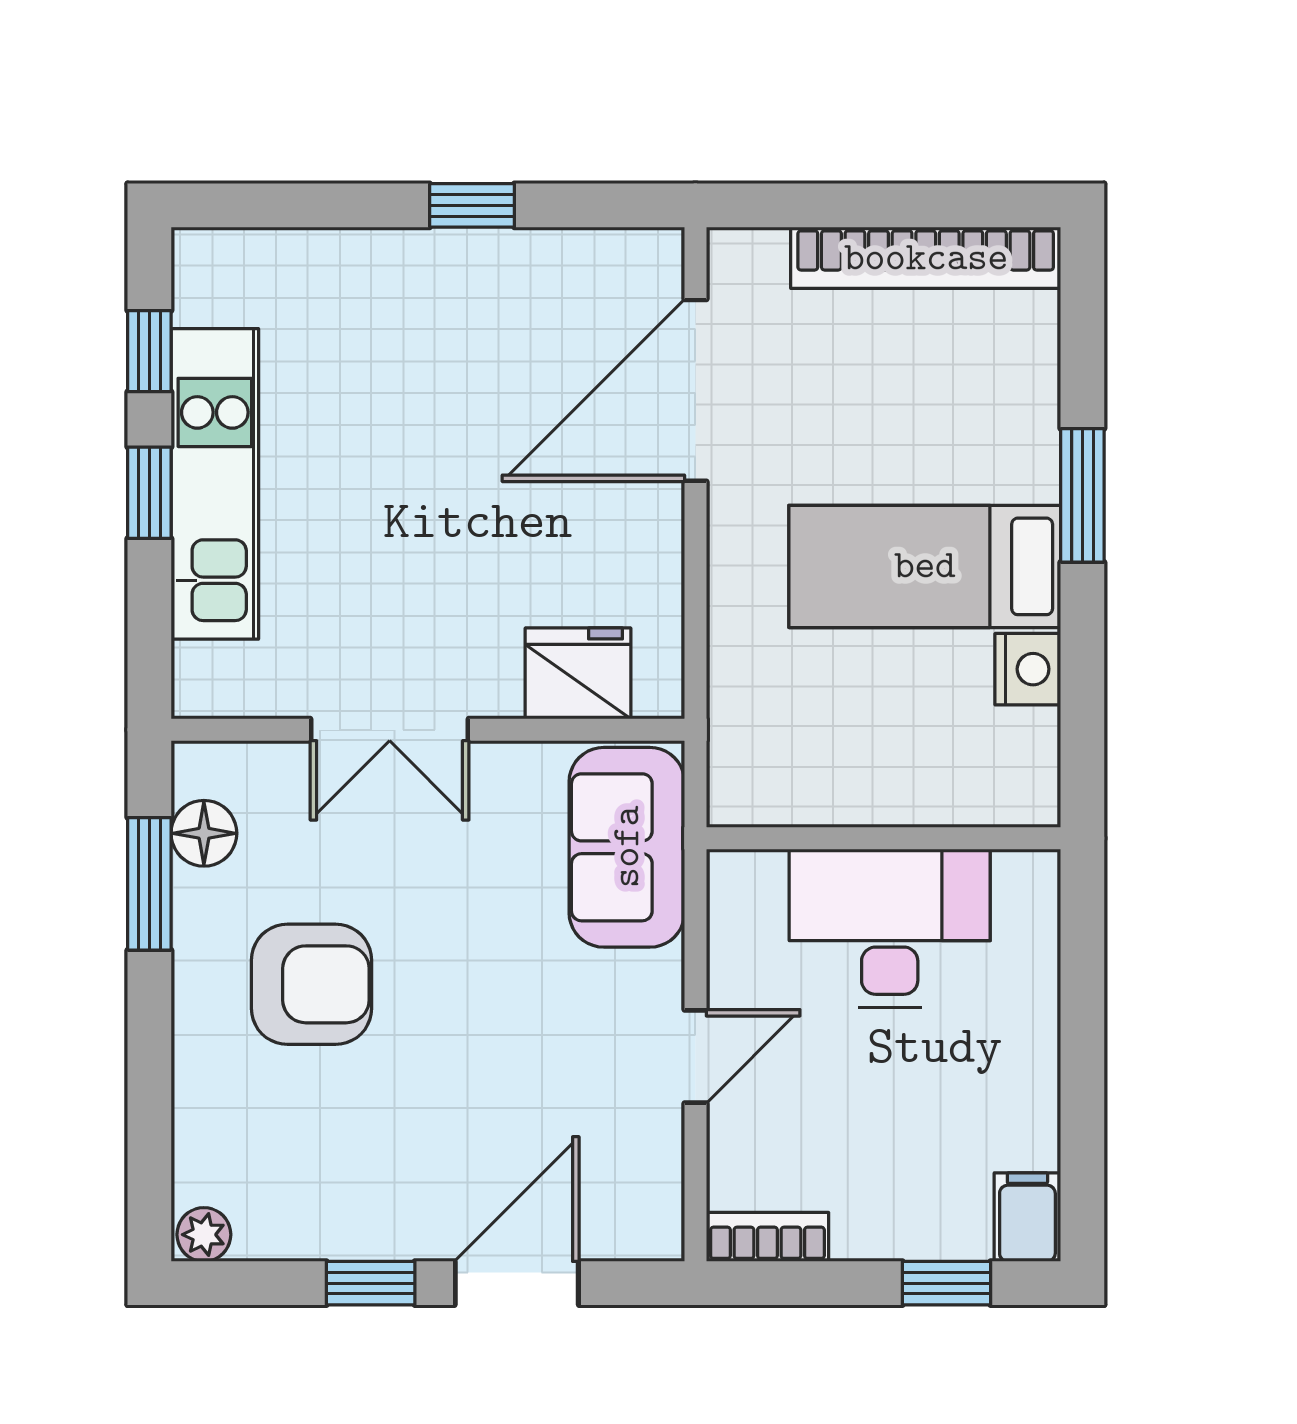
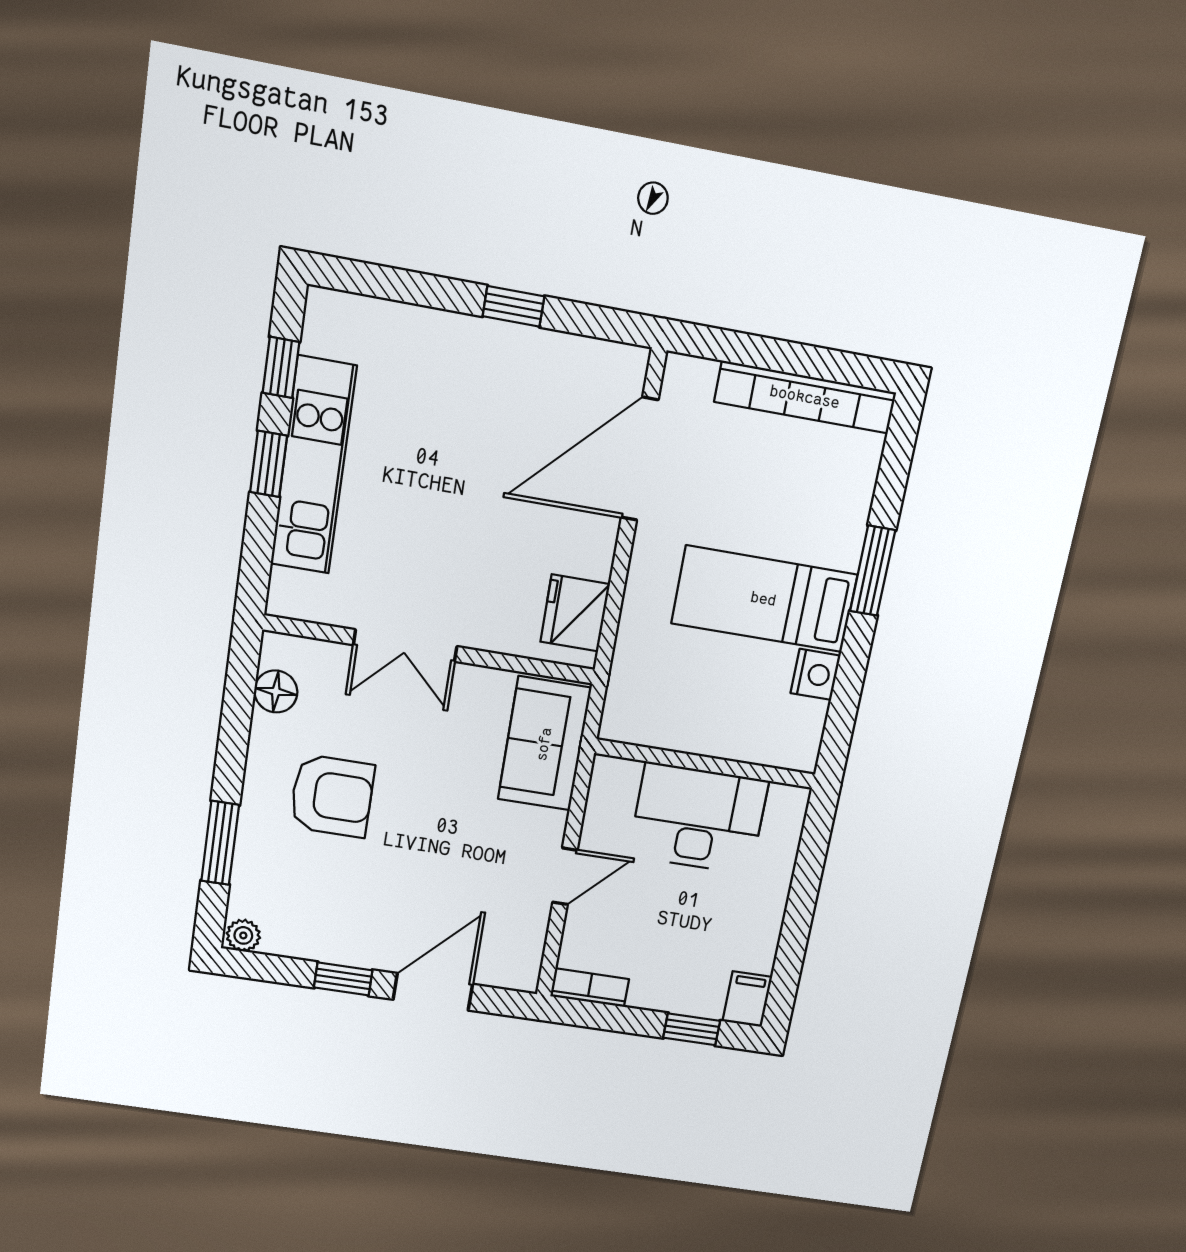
fridge: (578, 673) -> (575, 613), moved, turned -90
window: (149, 884) -> (220, 843), moved

